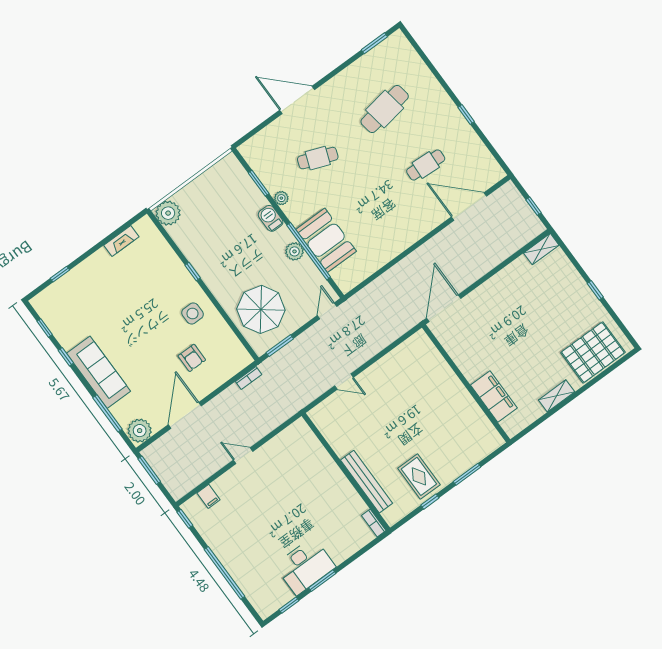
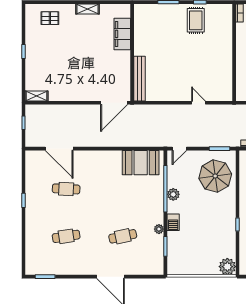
cafe table: (385, 109) -> (66, 236), width x0.73, depth x0.74
cafe table: (318, 158) -> (123, 236), turned -33
booth: (326, 240) -> (141, 163), moved, turned 90
pallet: (593, 352) -> (50, 18), width x0.49, depth x0.50
bench: (366, 482) -> (140, 79), moved

